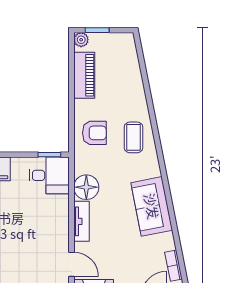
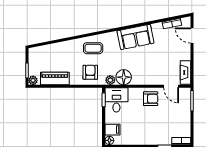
plant: (82, 165) -> (110, 80), added
tv unit: (82, 221) -> (145, 80), removed
armchair: (51, 231) -> (151, 99), added
door: (72, 264) -> (171, 86), swing flipped

